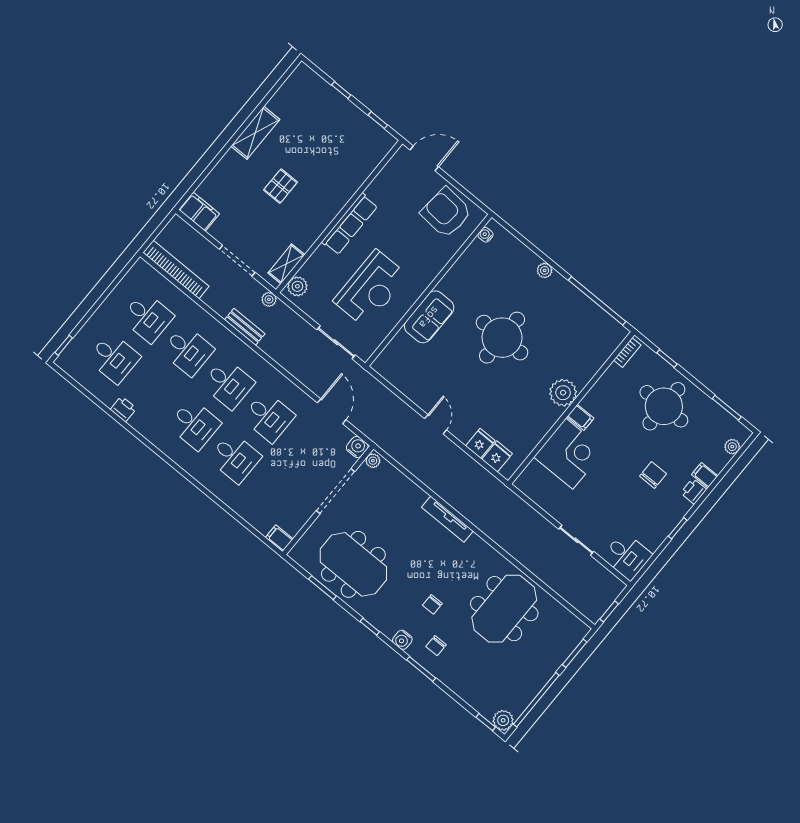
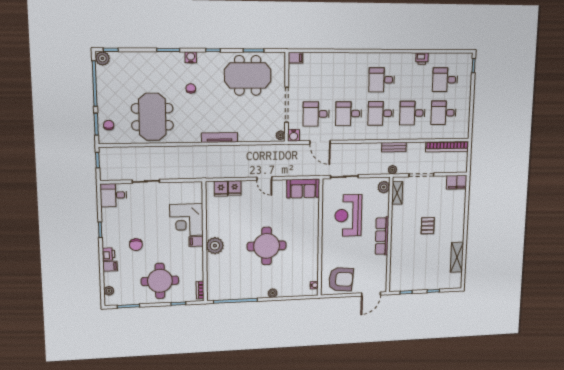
shelving: (255, 133) -> (457, 257), moved
sofa: (429, 317) -> (303, 188), moved, turned -90
desk: (235, 458) -> (316, 114), moved
chair: (436, 646) -> (109, 125), moved

